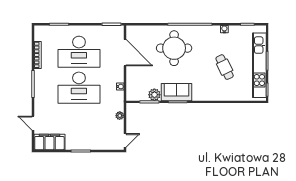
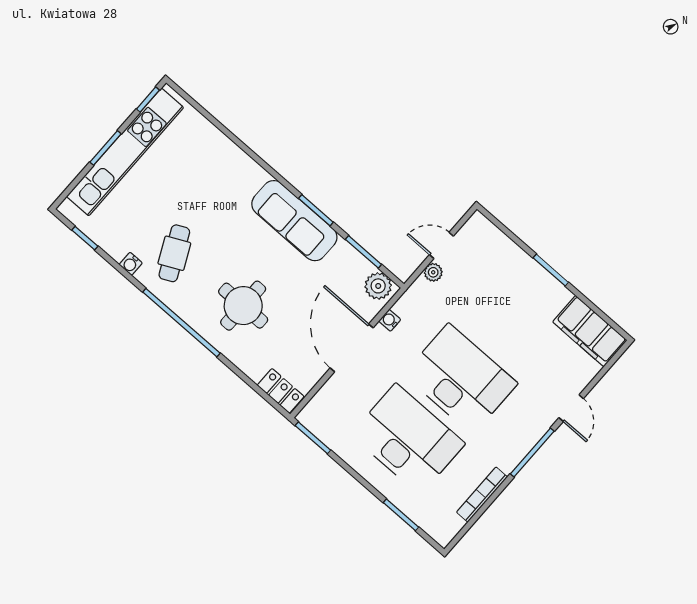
locker: (136, 30) -> (281, 391), added
round table: (174, 48) -> (243, 306), width x0.73, depth x0.73
door: (125, 53) -> (352, 348), moved
cafe table: (225, 67) -> (174, 253), moved
sofa: (176, 92) -> (294, 221), width x1.36
plant: (154, 95) -> (378, 286), moved
door: (33, 123) -> (571, 408), moved
door: (125, 140) -> (441, 245), moved

